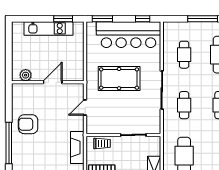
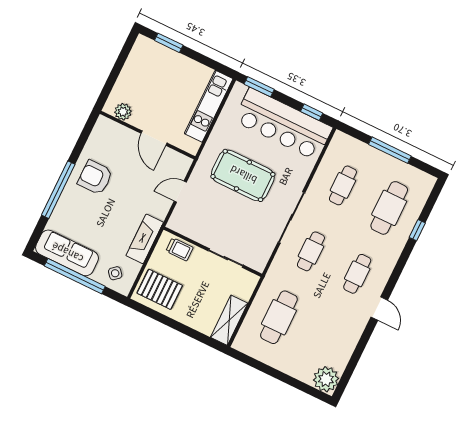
window: (63, 19) -> (169, 43), moved
kitchen unit: (49, 28) -> (209, 106), moved, turned 90
door: (53, 82) -> (154, 138), swing flipped

